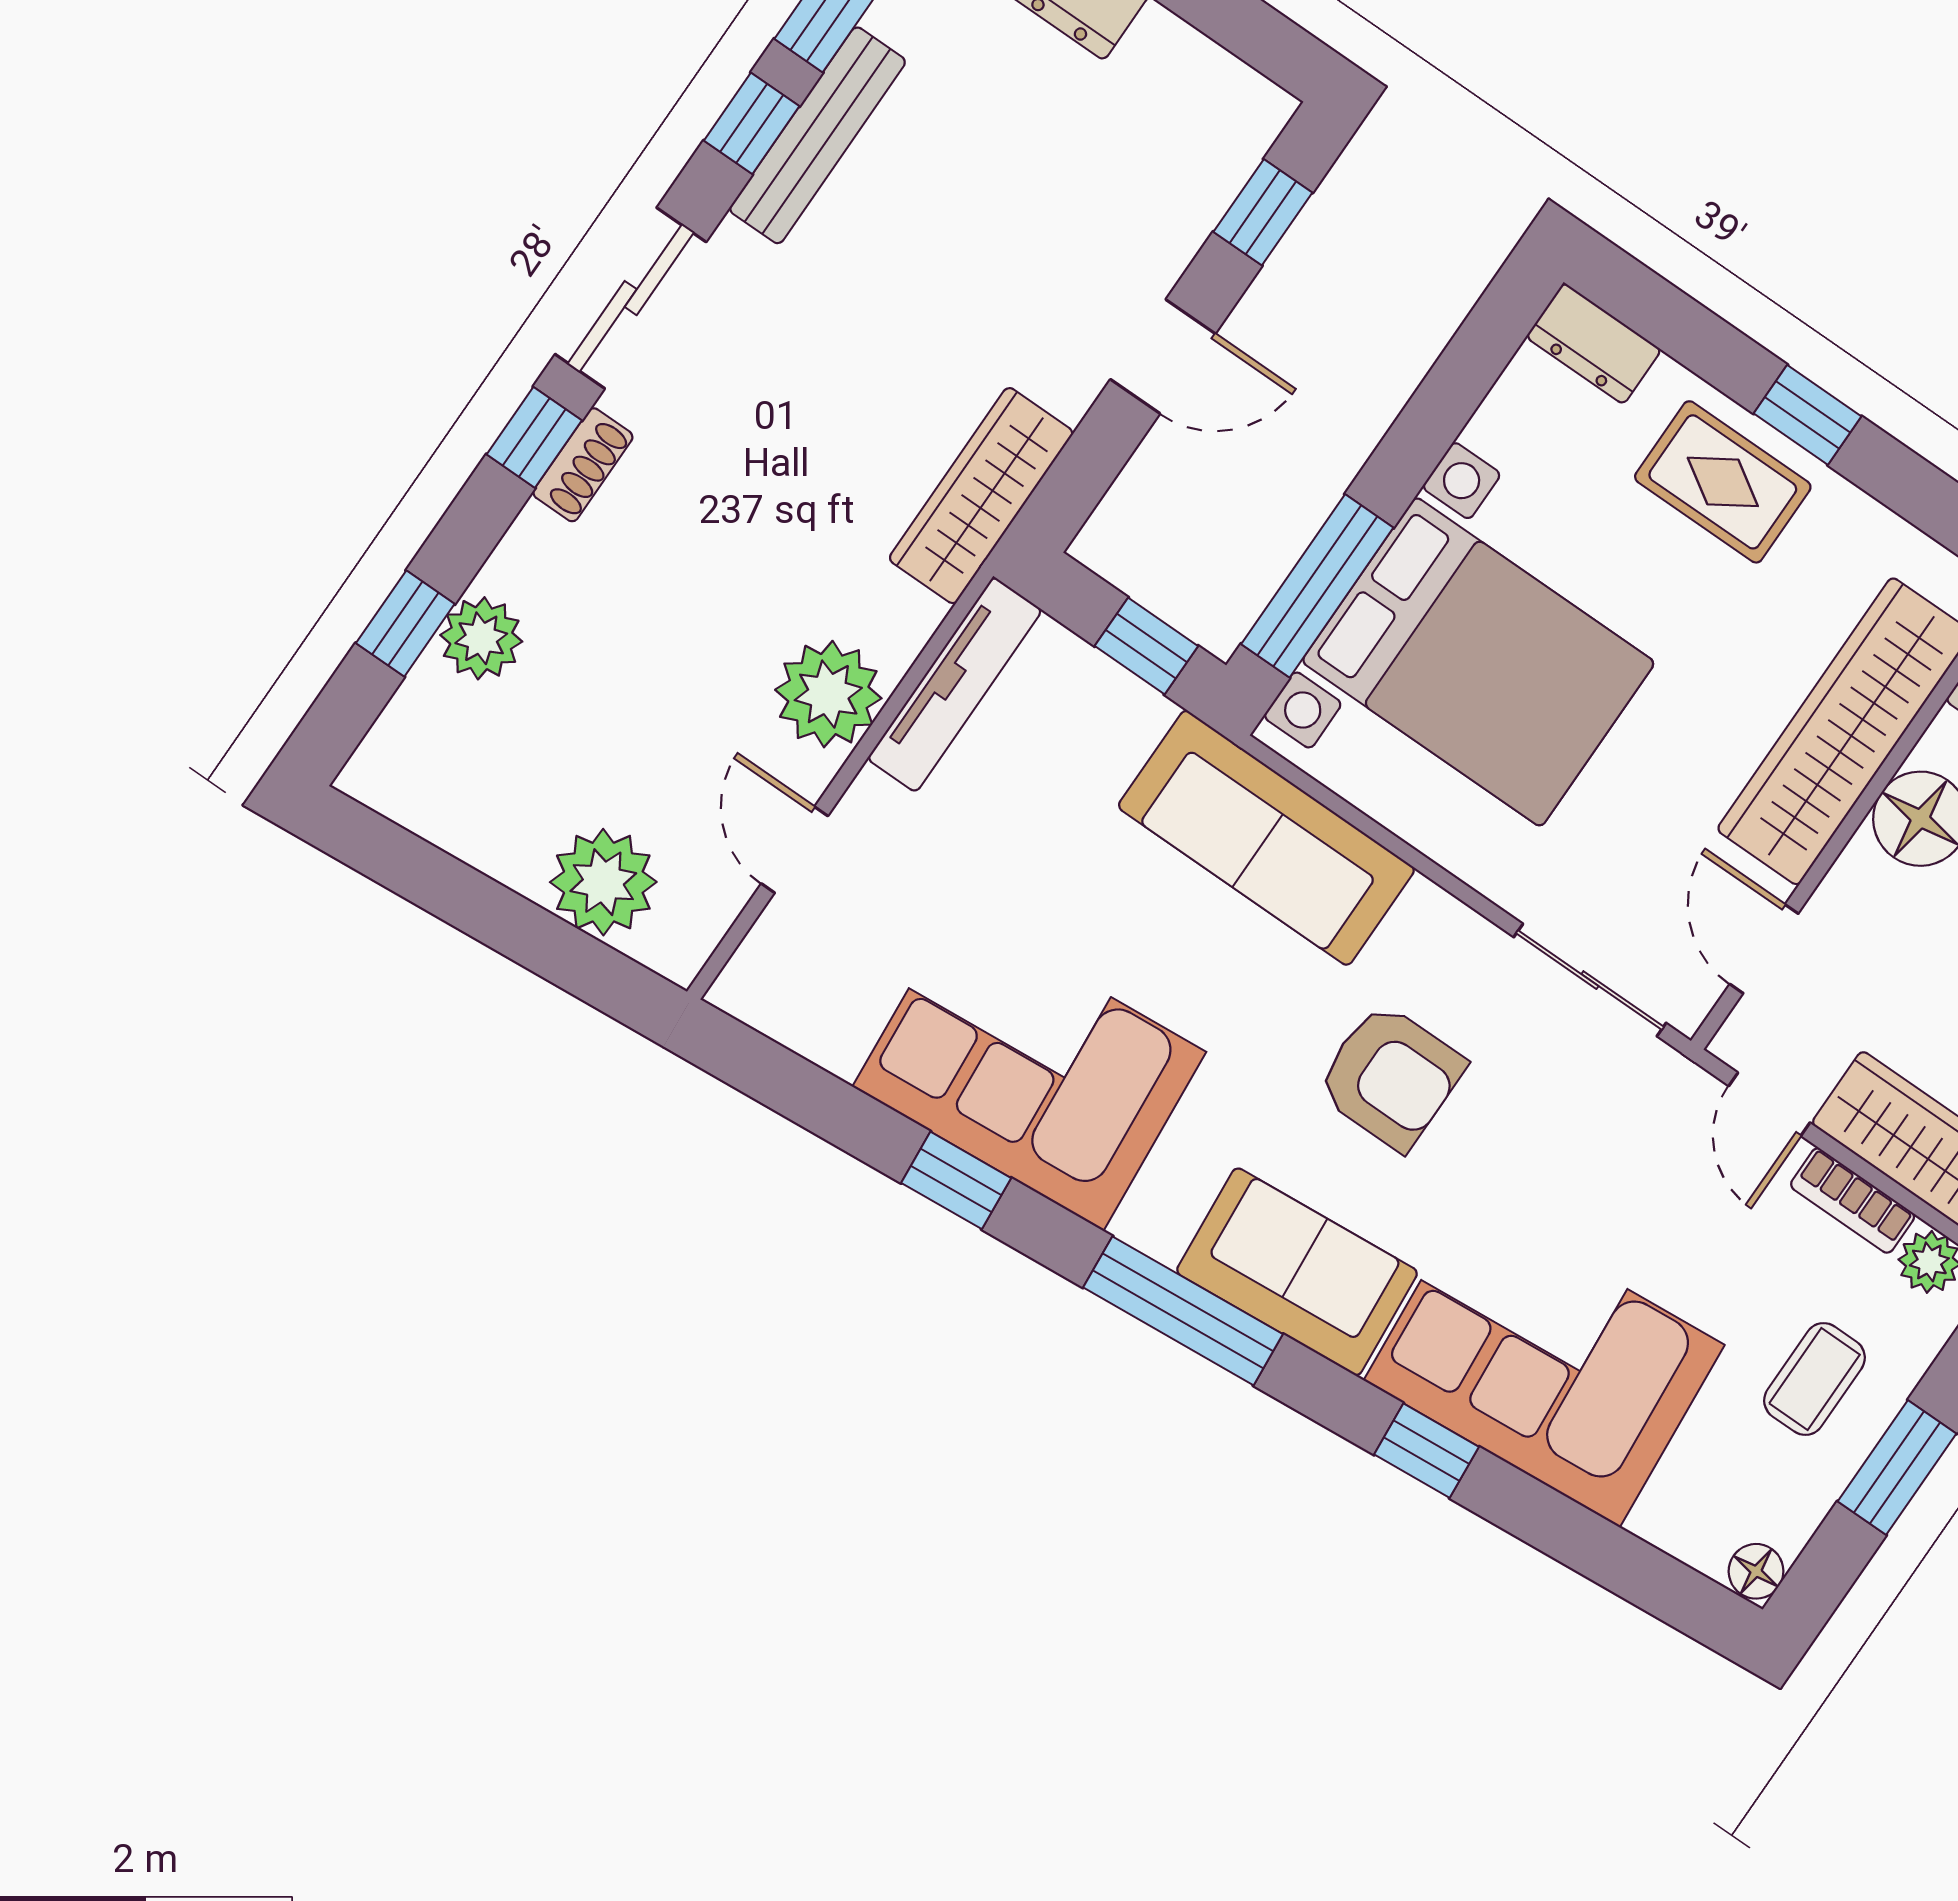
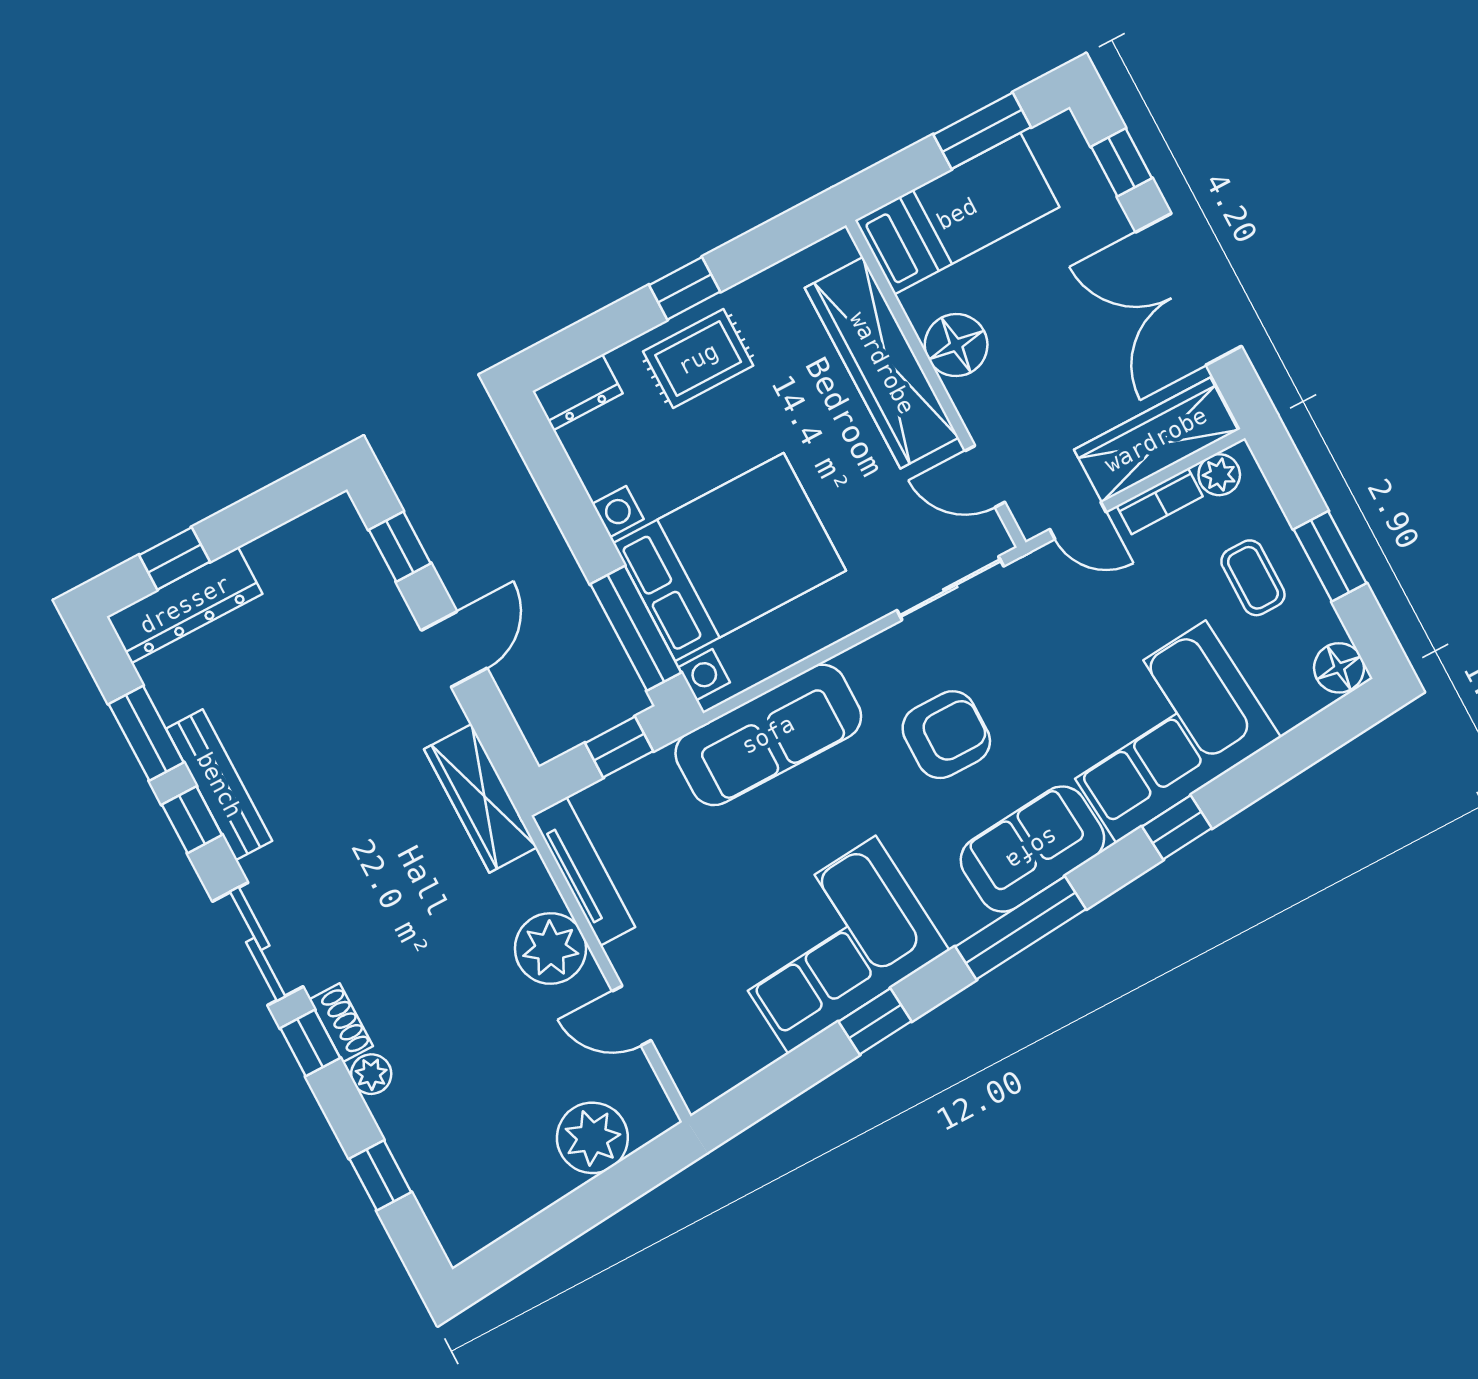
plant: (481, 638) -> (371, 1074), moved, width x0.73, depth x0.73
floor lamp: (1756, 1571) -> (1339, 668), width x1.37, depth x1.37

